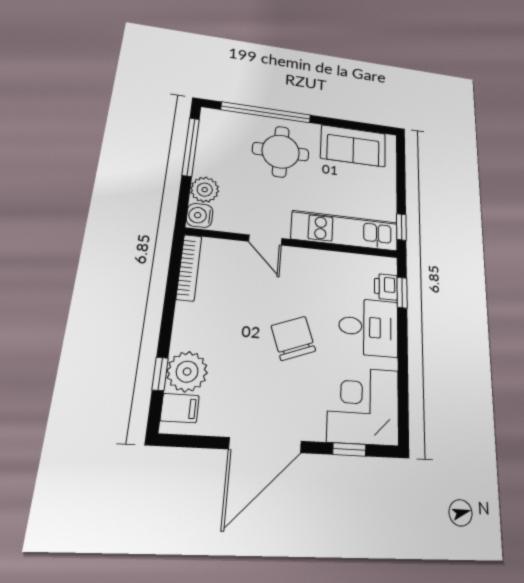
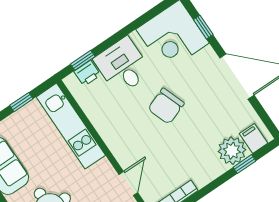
window: (401, 227) -> (21, 102), moved
door: (265, 240) -> (128, 183), moved

